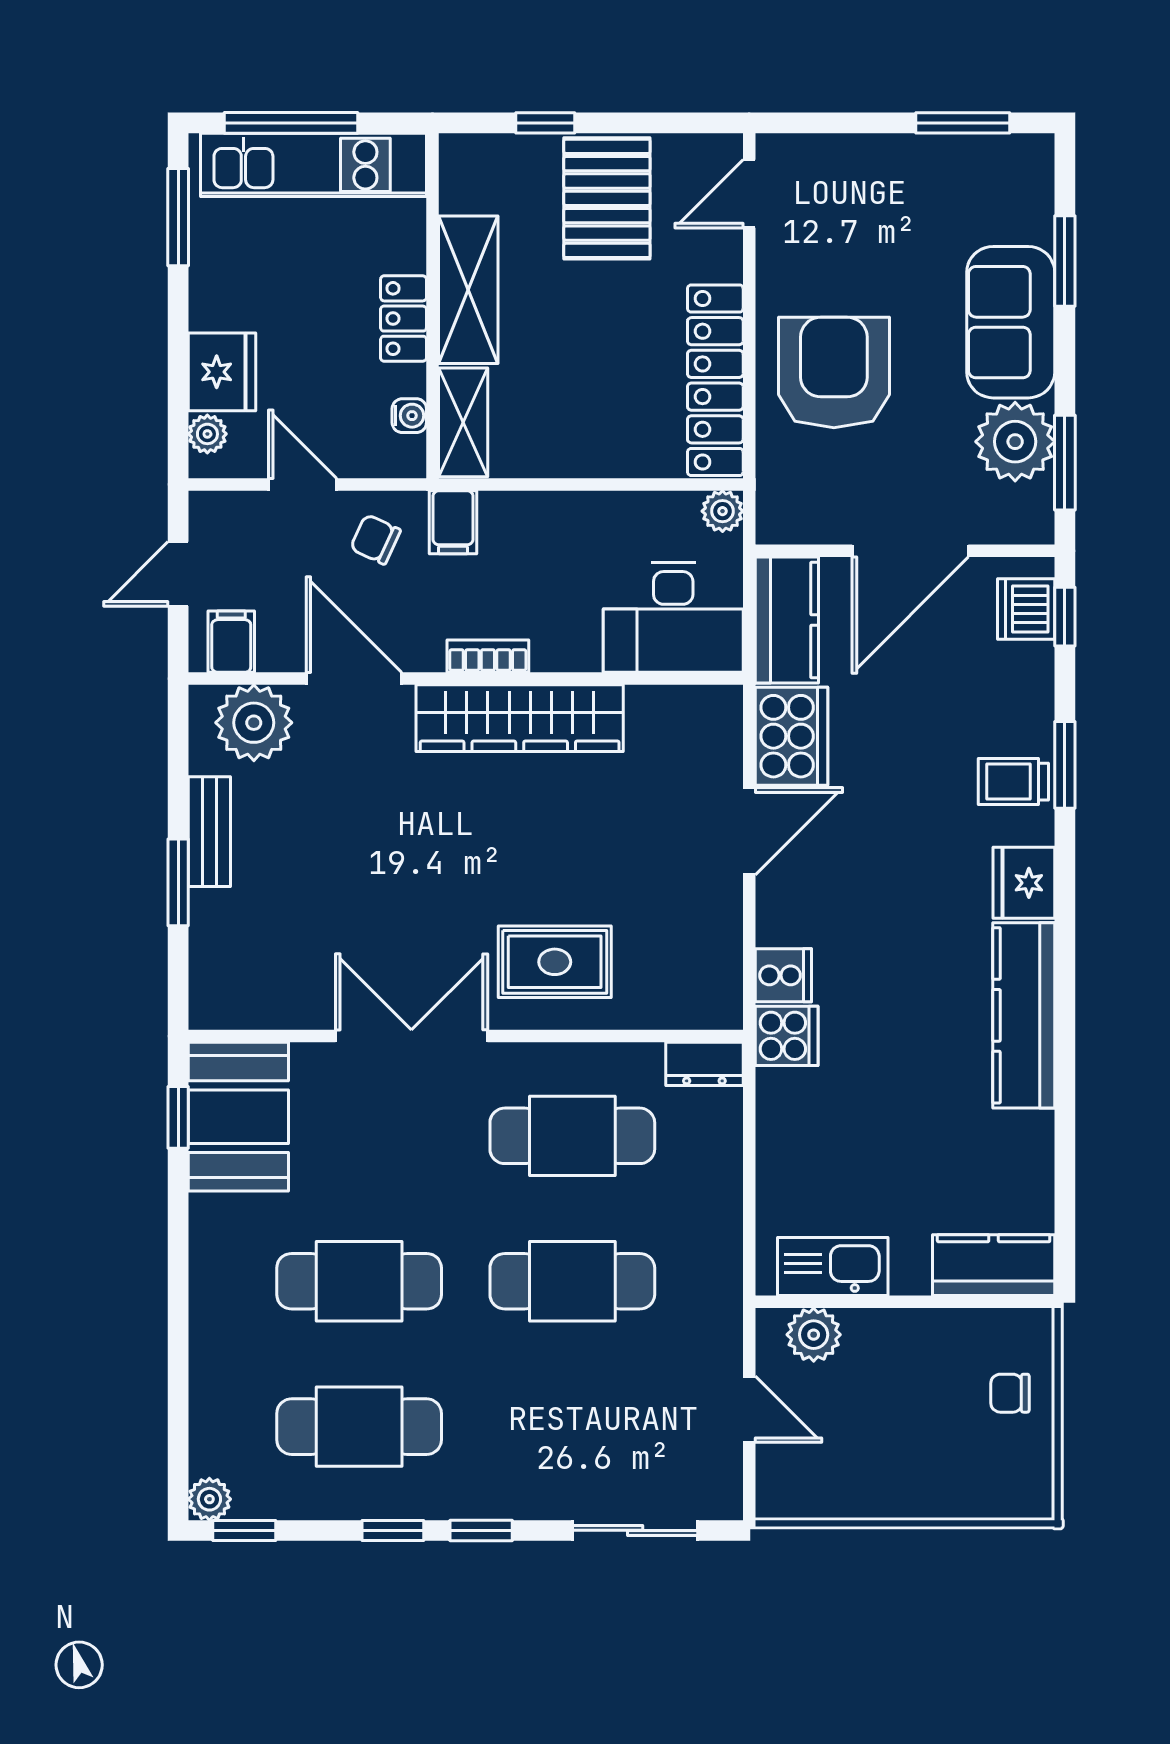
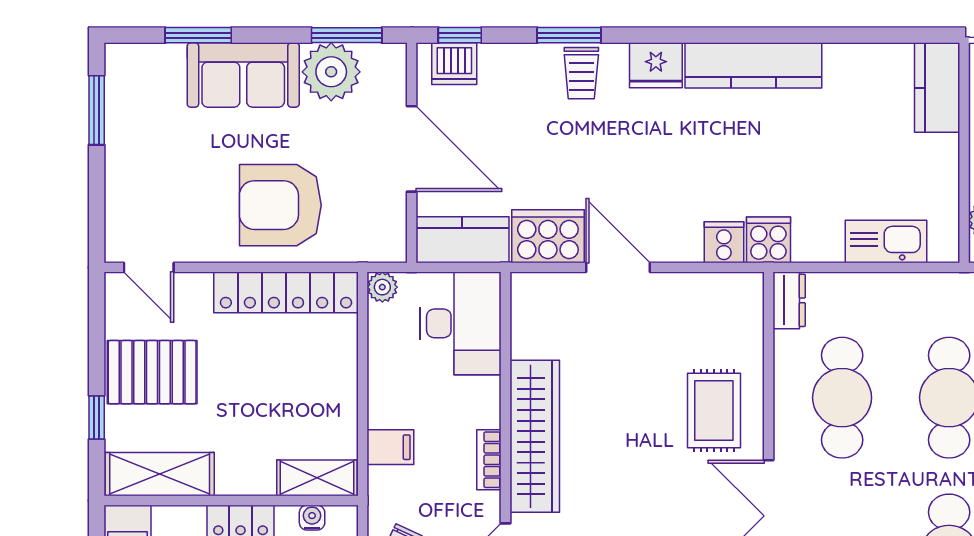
shelving: (468, 290) -> (160, 474), moved
filing cabinet: (453, 522) -> (390, 447), moved
kitchen sink: (833, 1266) -> (886, 242), moved, turned 90

